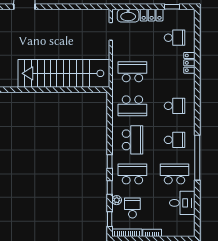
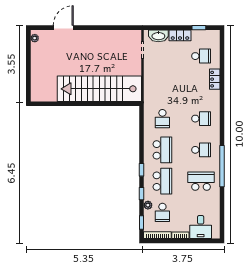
school desk: (132, 72) -> (162, 87), removed
school desk: (132, 106) -> (162, 119), width x0.54
school desk: (132, 174) -> (162, 181), turned 90
desk: (182, 203) -> (201, 227), moved, turned 90
school desk: (132, 208) -> (162, 212), turned 180

